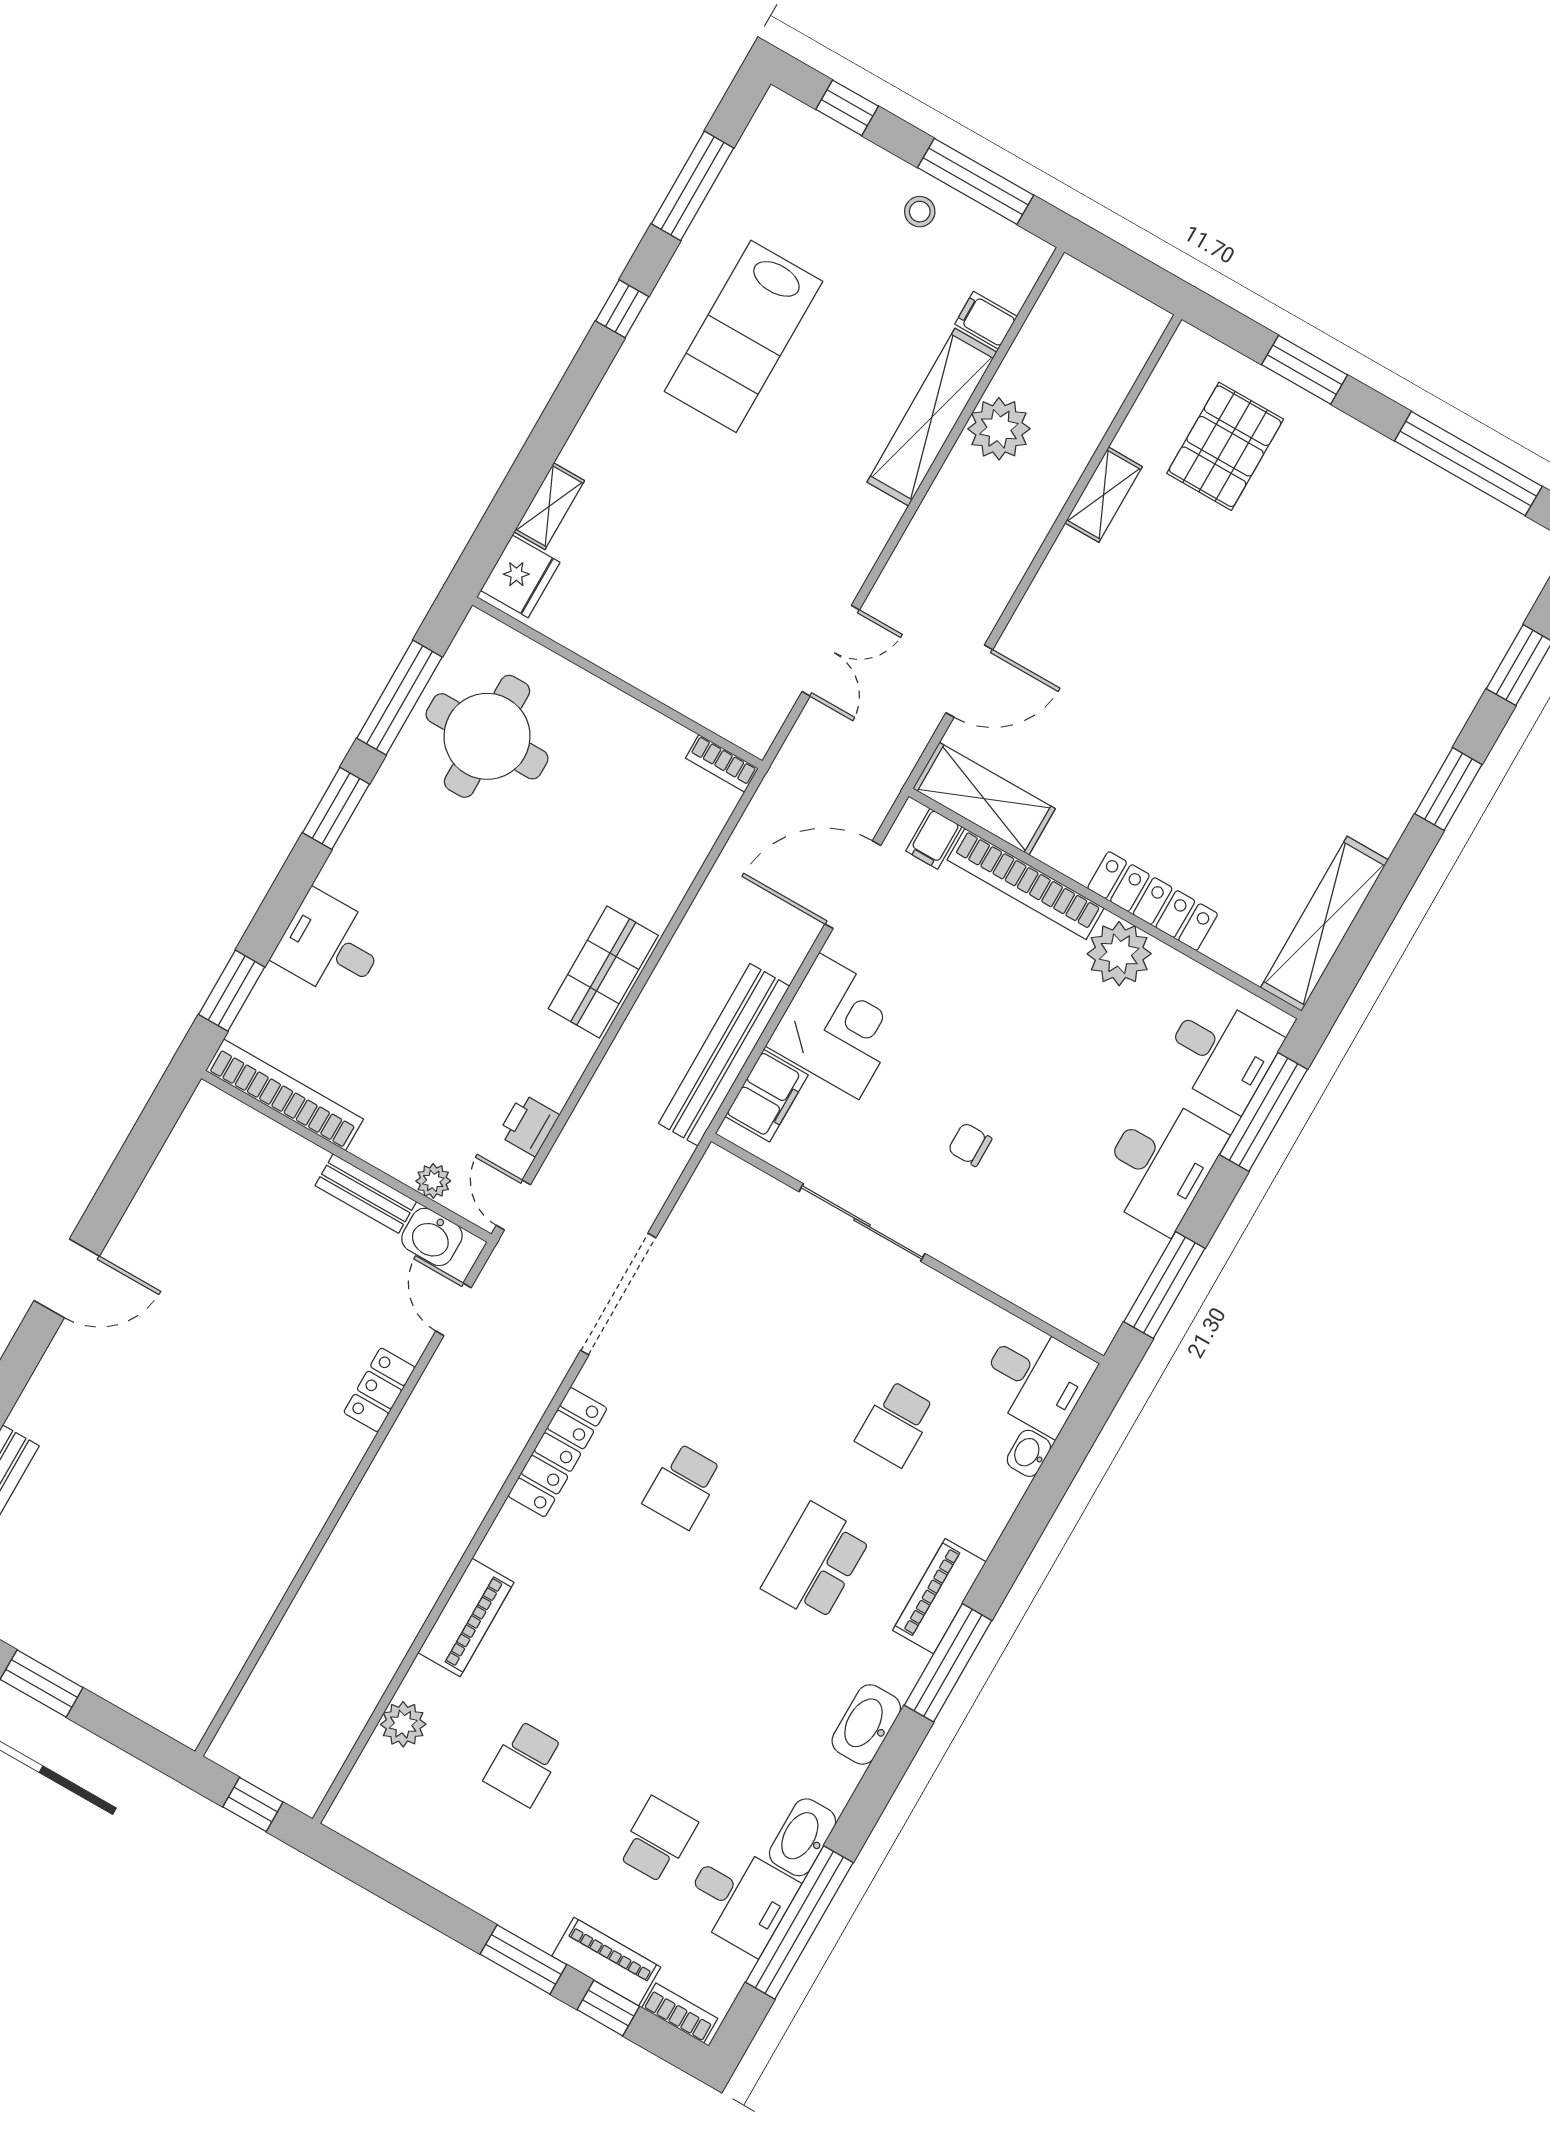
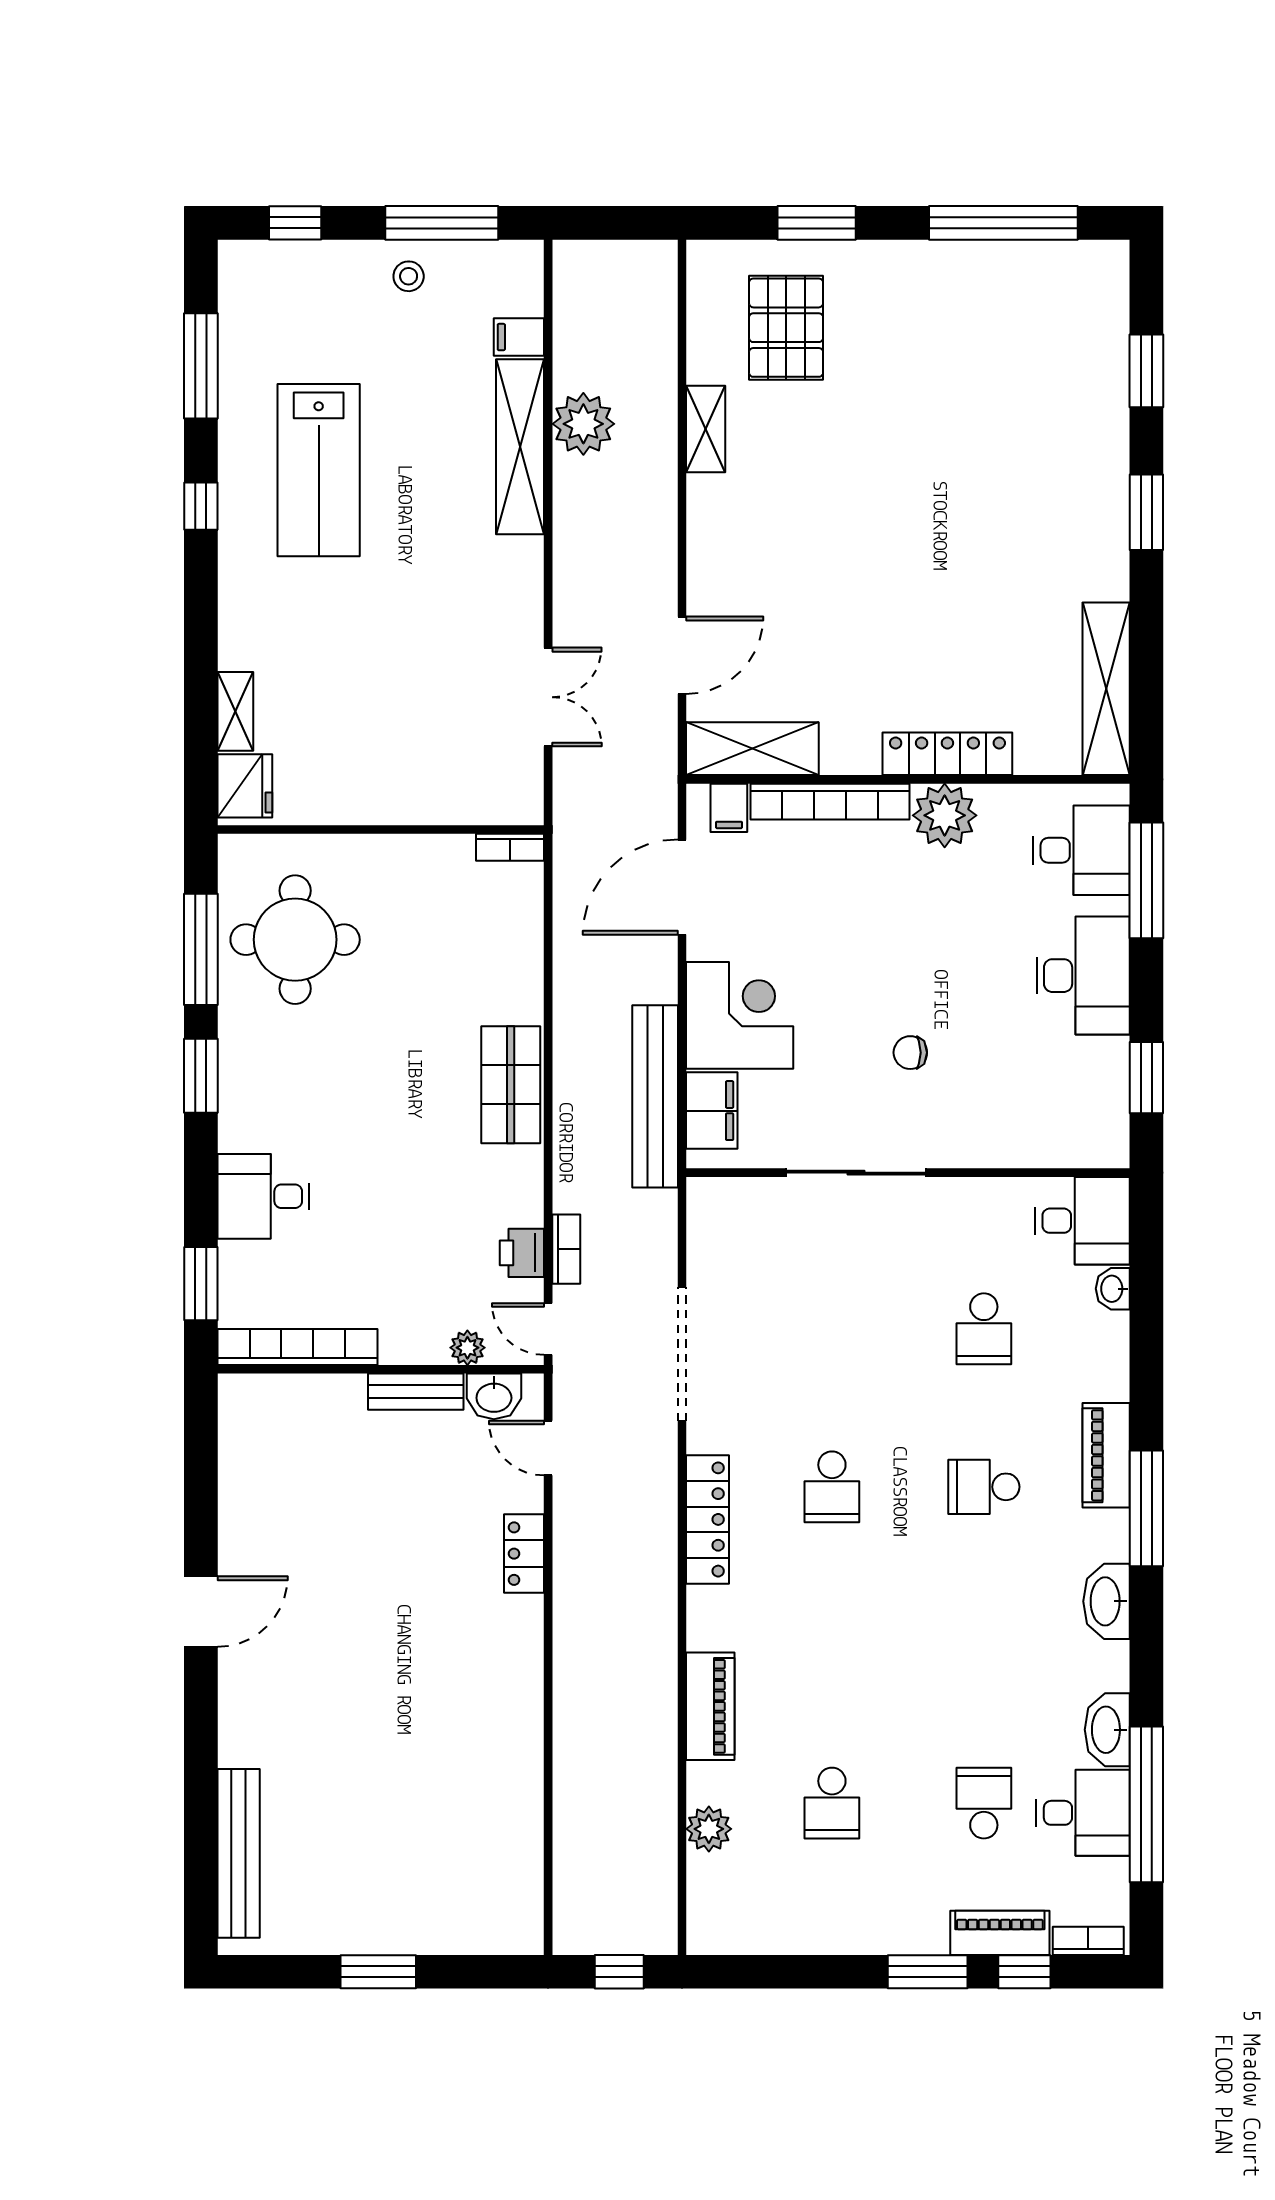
bookcase: (569, 1144) -> (566, 1249), added
window: (1164, 1285) -> (1146, 1078), width x0.69
school desk: (816, 1562) -> (984, 1487), width x0.54

